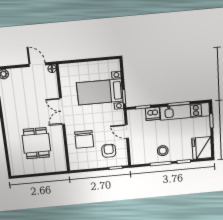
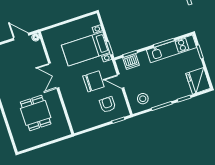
dishwasher: (153, 114) -> (131, 62), moved
chair: (84, 139) -> (93, 81), moved, turned -90
stool: (163, 151) -> (143, 99), moved

